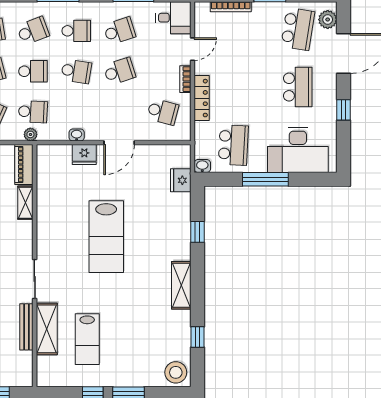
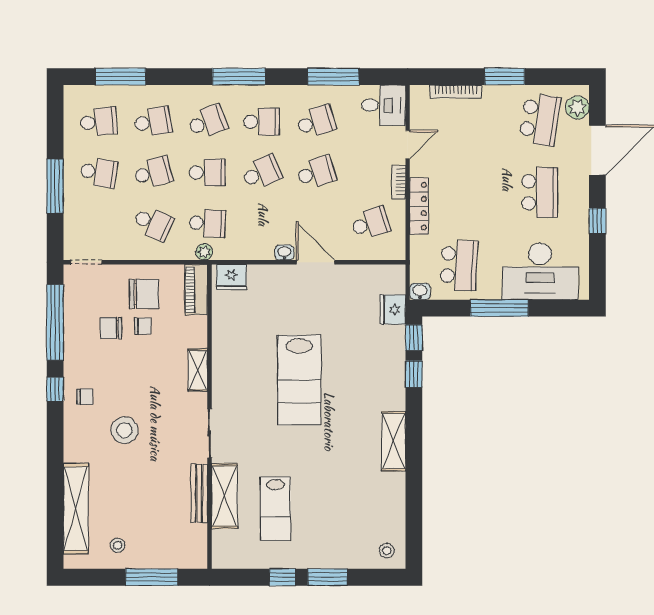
school desk: (76, 71) -> (262, 173), turned -33
school desk: (163, 112) -> (370, 223), turned -33
washbasin: (77, 135) -> (284, 253), moved
door: (119, 143) -> (316, 262), swing flipped
fridge: (84, 155) -> (231, 277), moved
shelving: (25, 203) -> (198, 370), moved
window: (197, 337) -> (414, 338), moved
stool: (176, 372) -> (387, 551), width x0.53, depth x0.53

